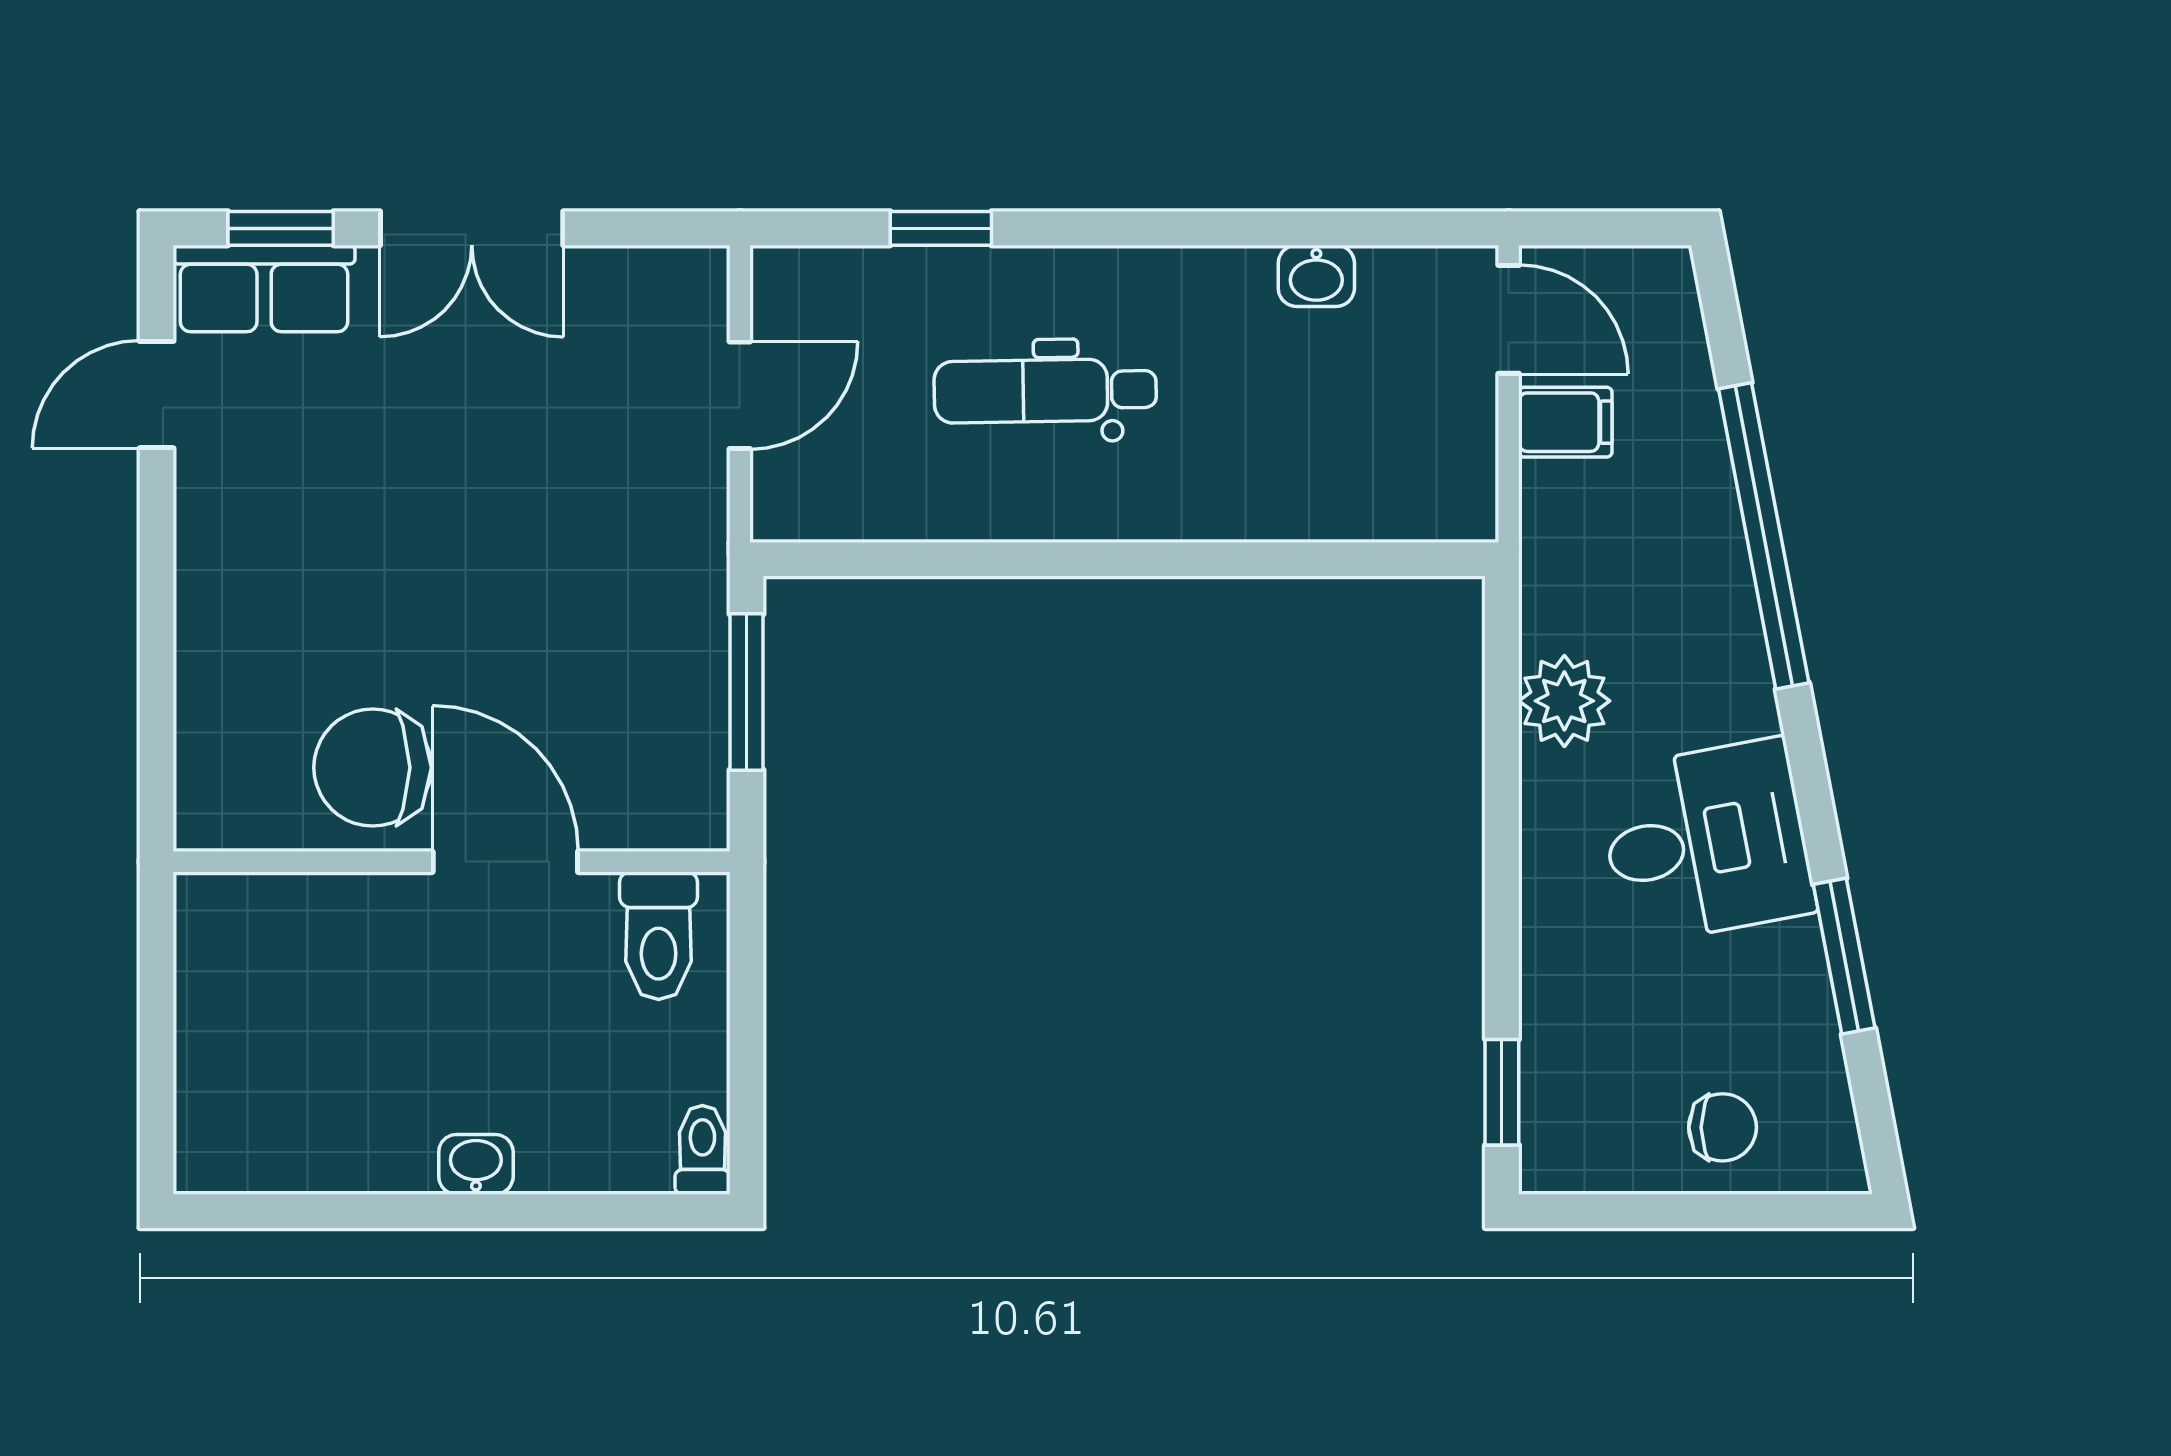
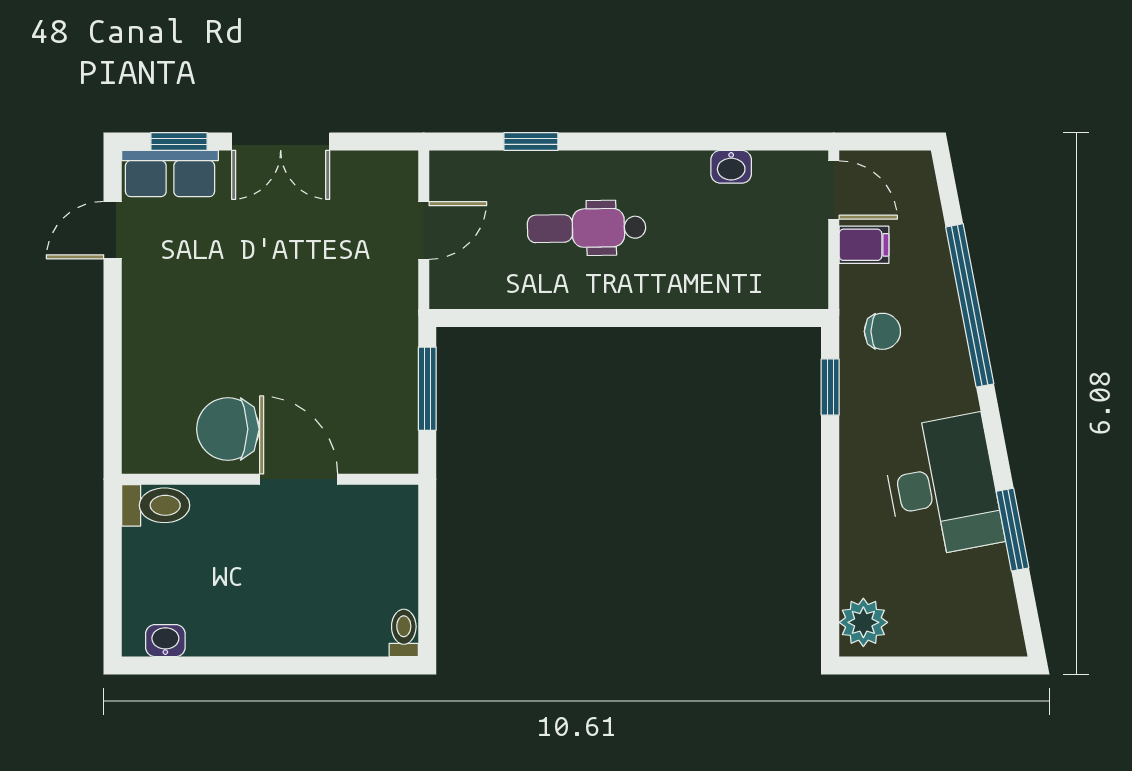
plant: (1564, 701) -> (863, 622), moved
desk: (1706, 842) -> (942, 486), width x1.37
toilet: (659, 936) -> (156, 505), moved, turned -90
window: (1502, 1092) -> (830, 387), moved
chair: (1723, 1127) -> (882, 331), moved
washbasin: (476, 1164) -> (165, 641), moved

